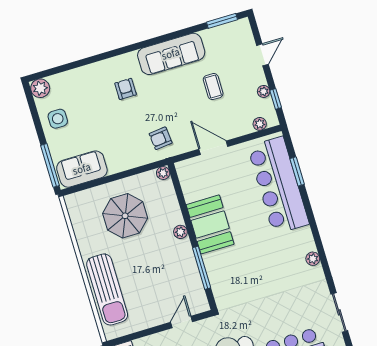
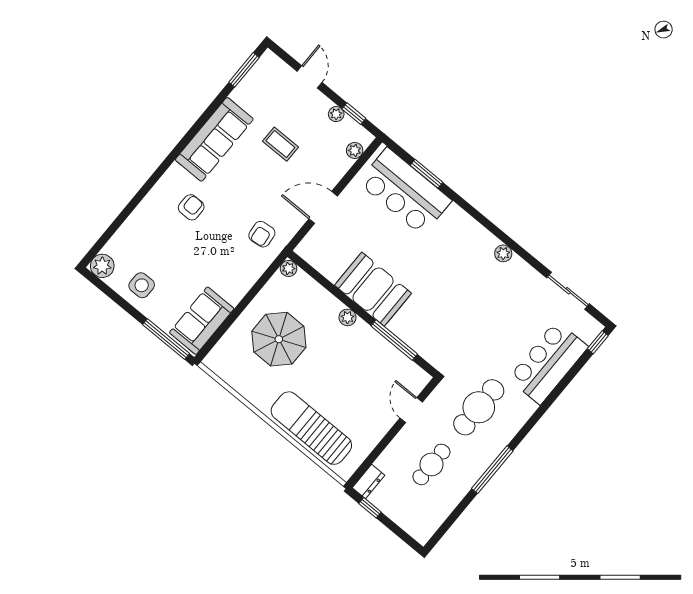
armchair: (126, 89) -> (191, 207), turned 90
bar counter: (278, 185) -> (405, 191), width x0.73
sun lounger: (107, 289) -> (311, 428), turned 180

